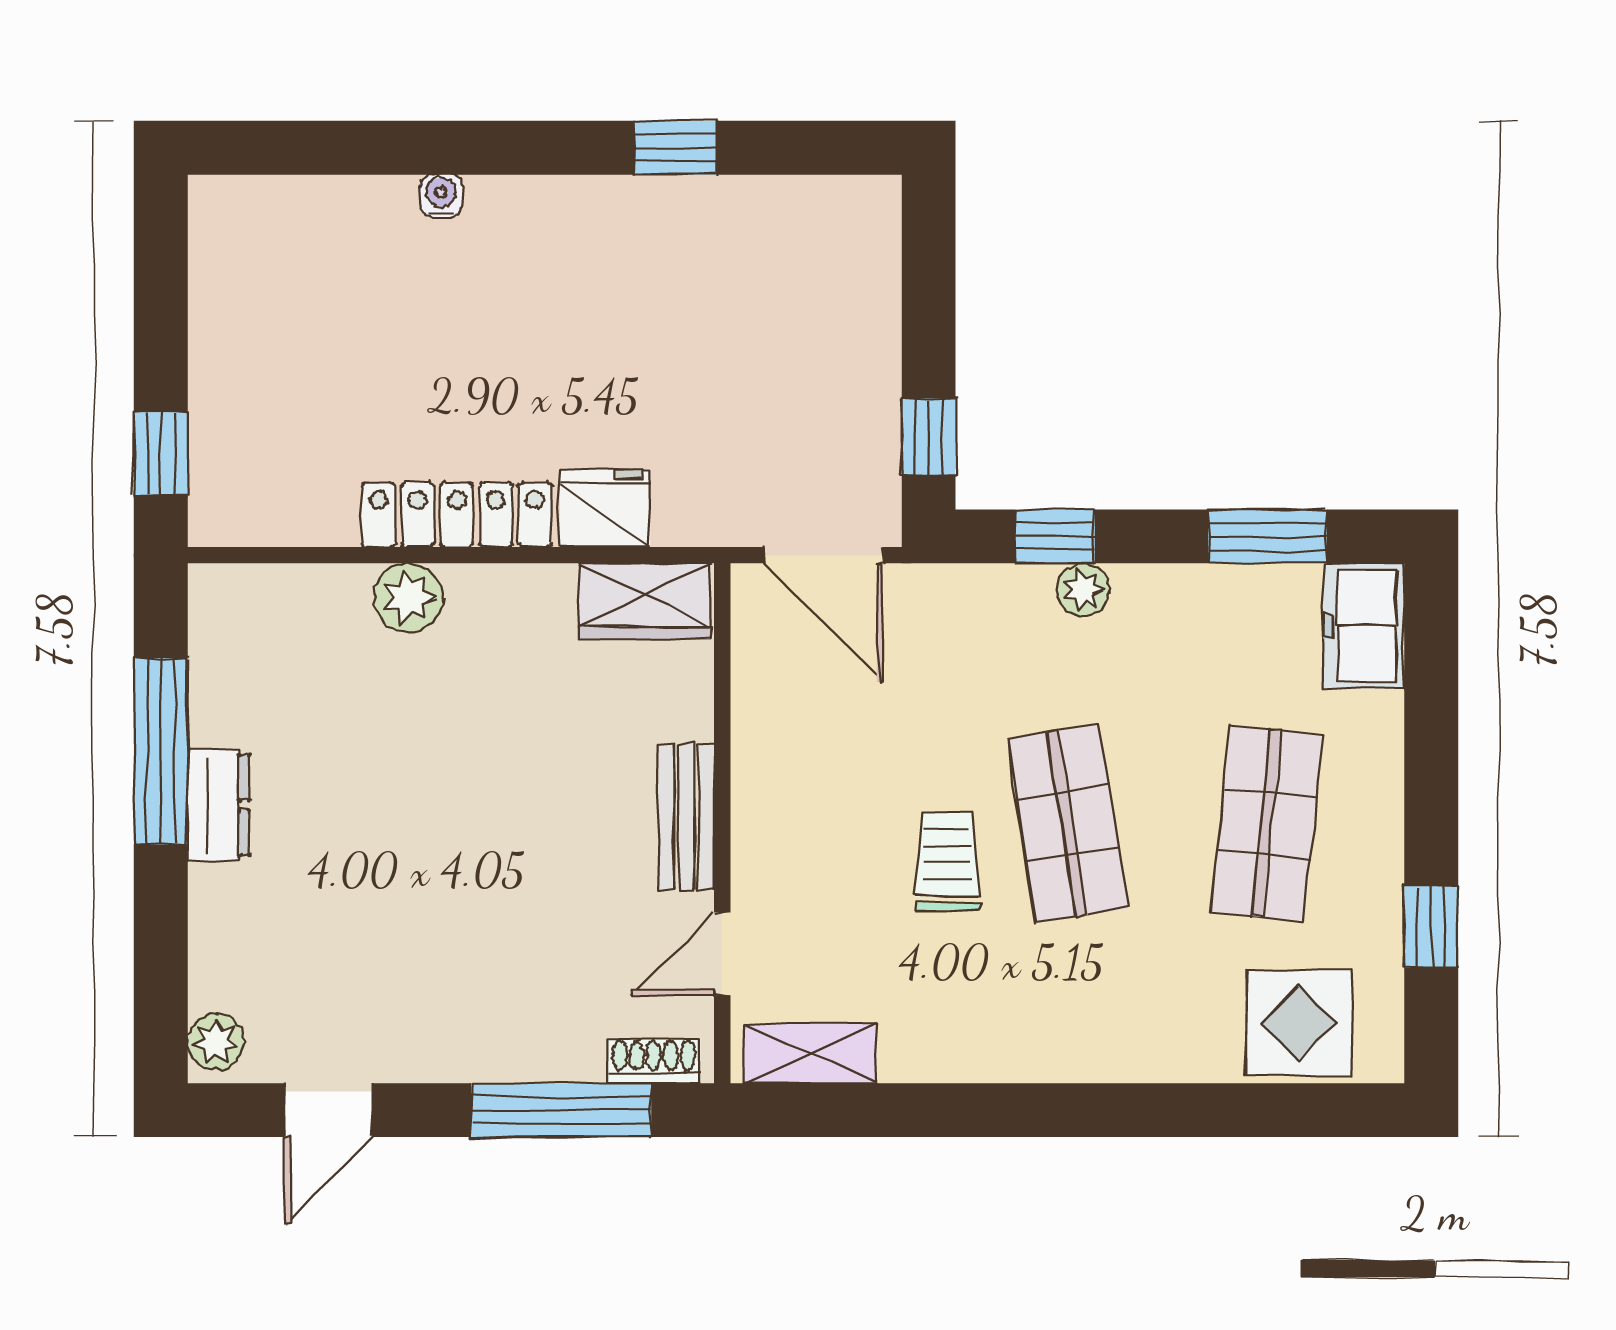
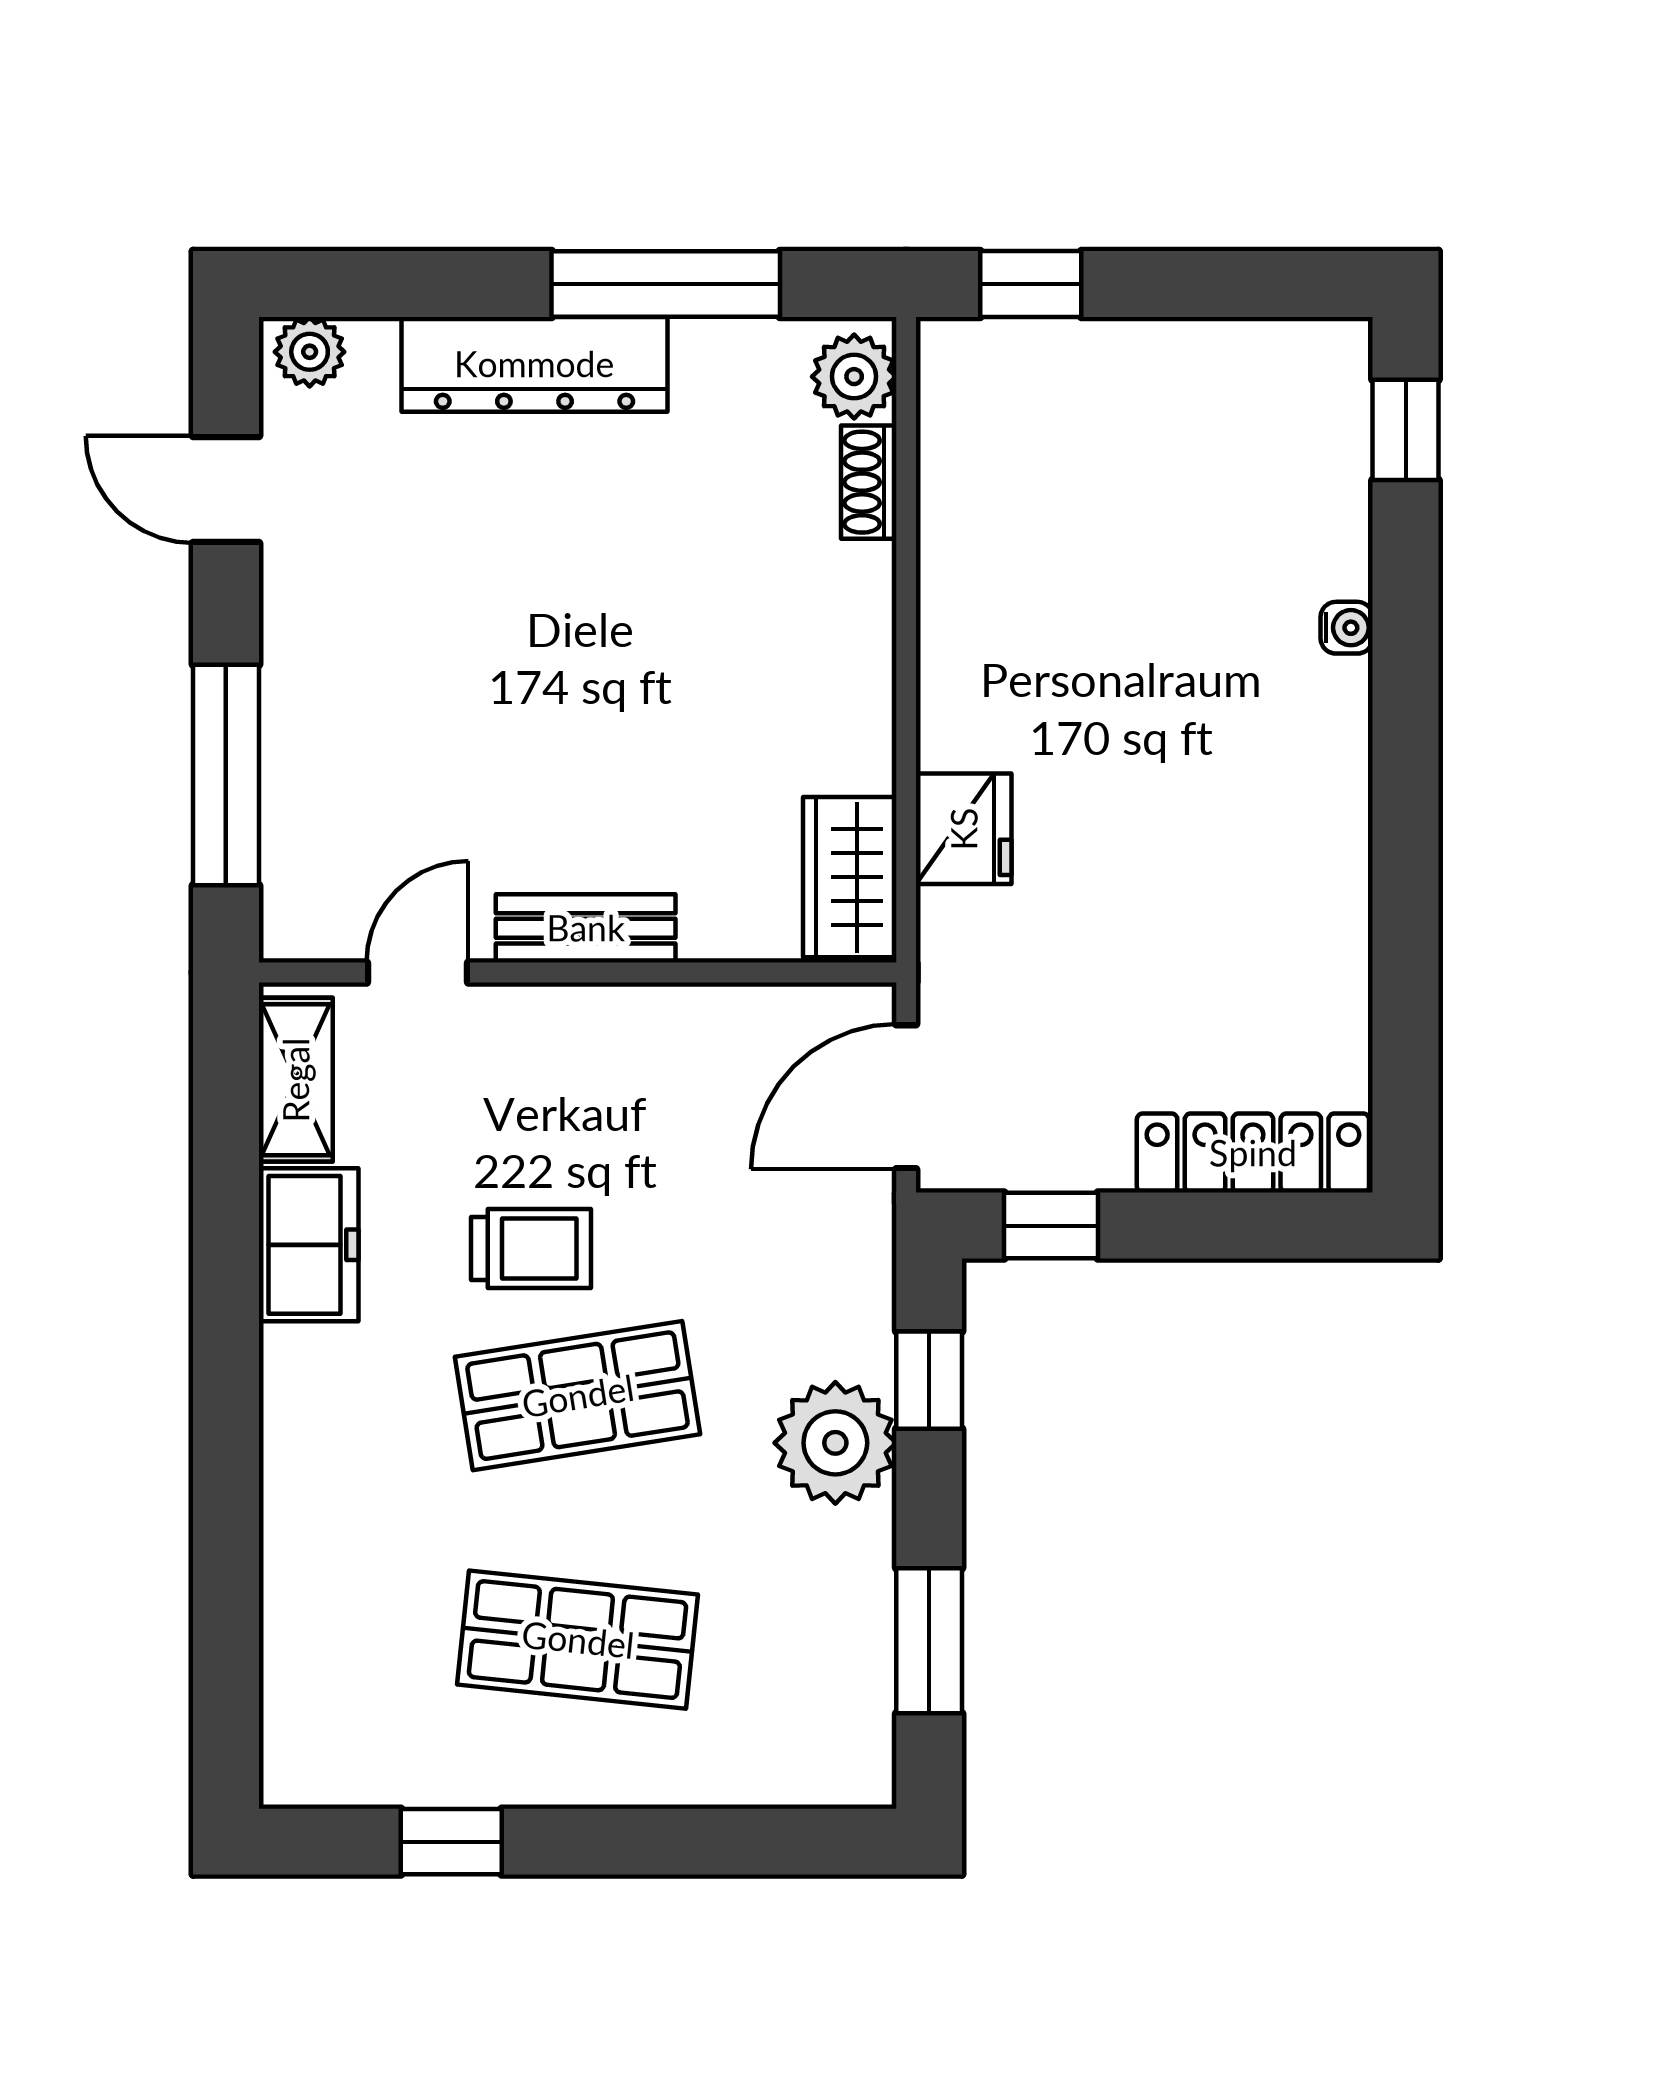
window: (676, 148) -> (1406, 430), moved
locker: (457, 515) -> (1253, 1153), moved, turned -90
plant: (1083, 590) -> (835, 1443), width x1.88, depth x1.88
plant: (408, 598) -> (854, 377), moved
freezer: (1364, 626) -> (309, 1245), moved, turned 90
dresser: (219, 805) -> (534, 364), width x1.96, depth x1.24
door: (722, 954) -> (418, 972), hinge flipped
display table: (1299, 1023) -> (333, 1679), removed
shoe rack: (654, 1061) -> (869, 482), moved, turned 180

